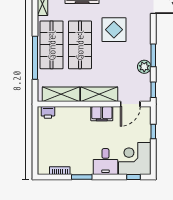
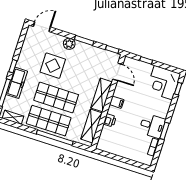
plant: (144, 67) -> (69, 44), moved
printer: (48, 112) -> (110, 120), moved
filing cabinet: (102, 114) -> (117, 102), width x0.50
desk: (105, 162) -> (152, 126), moved

